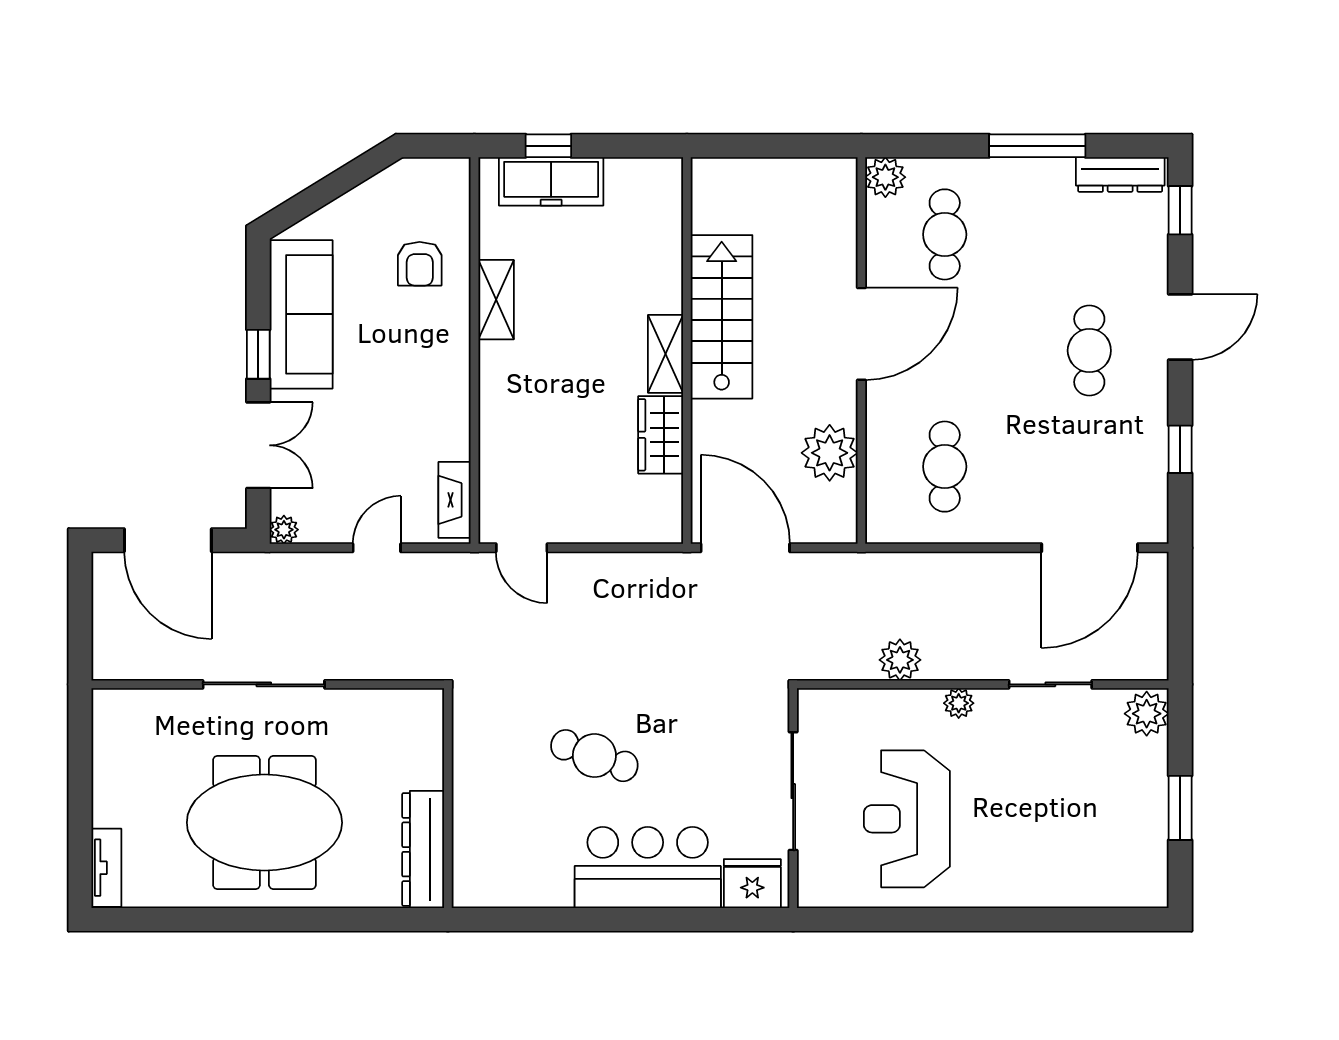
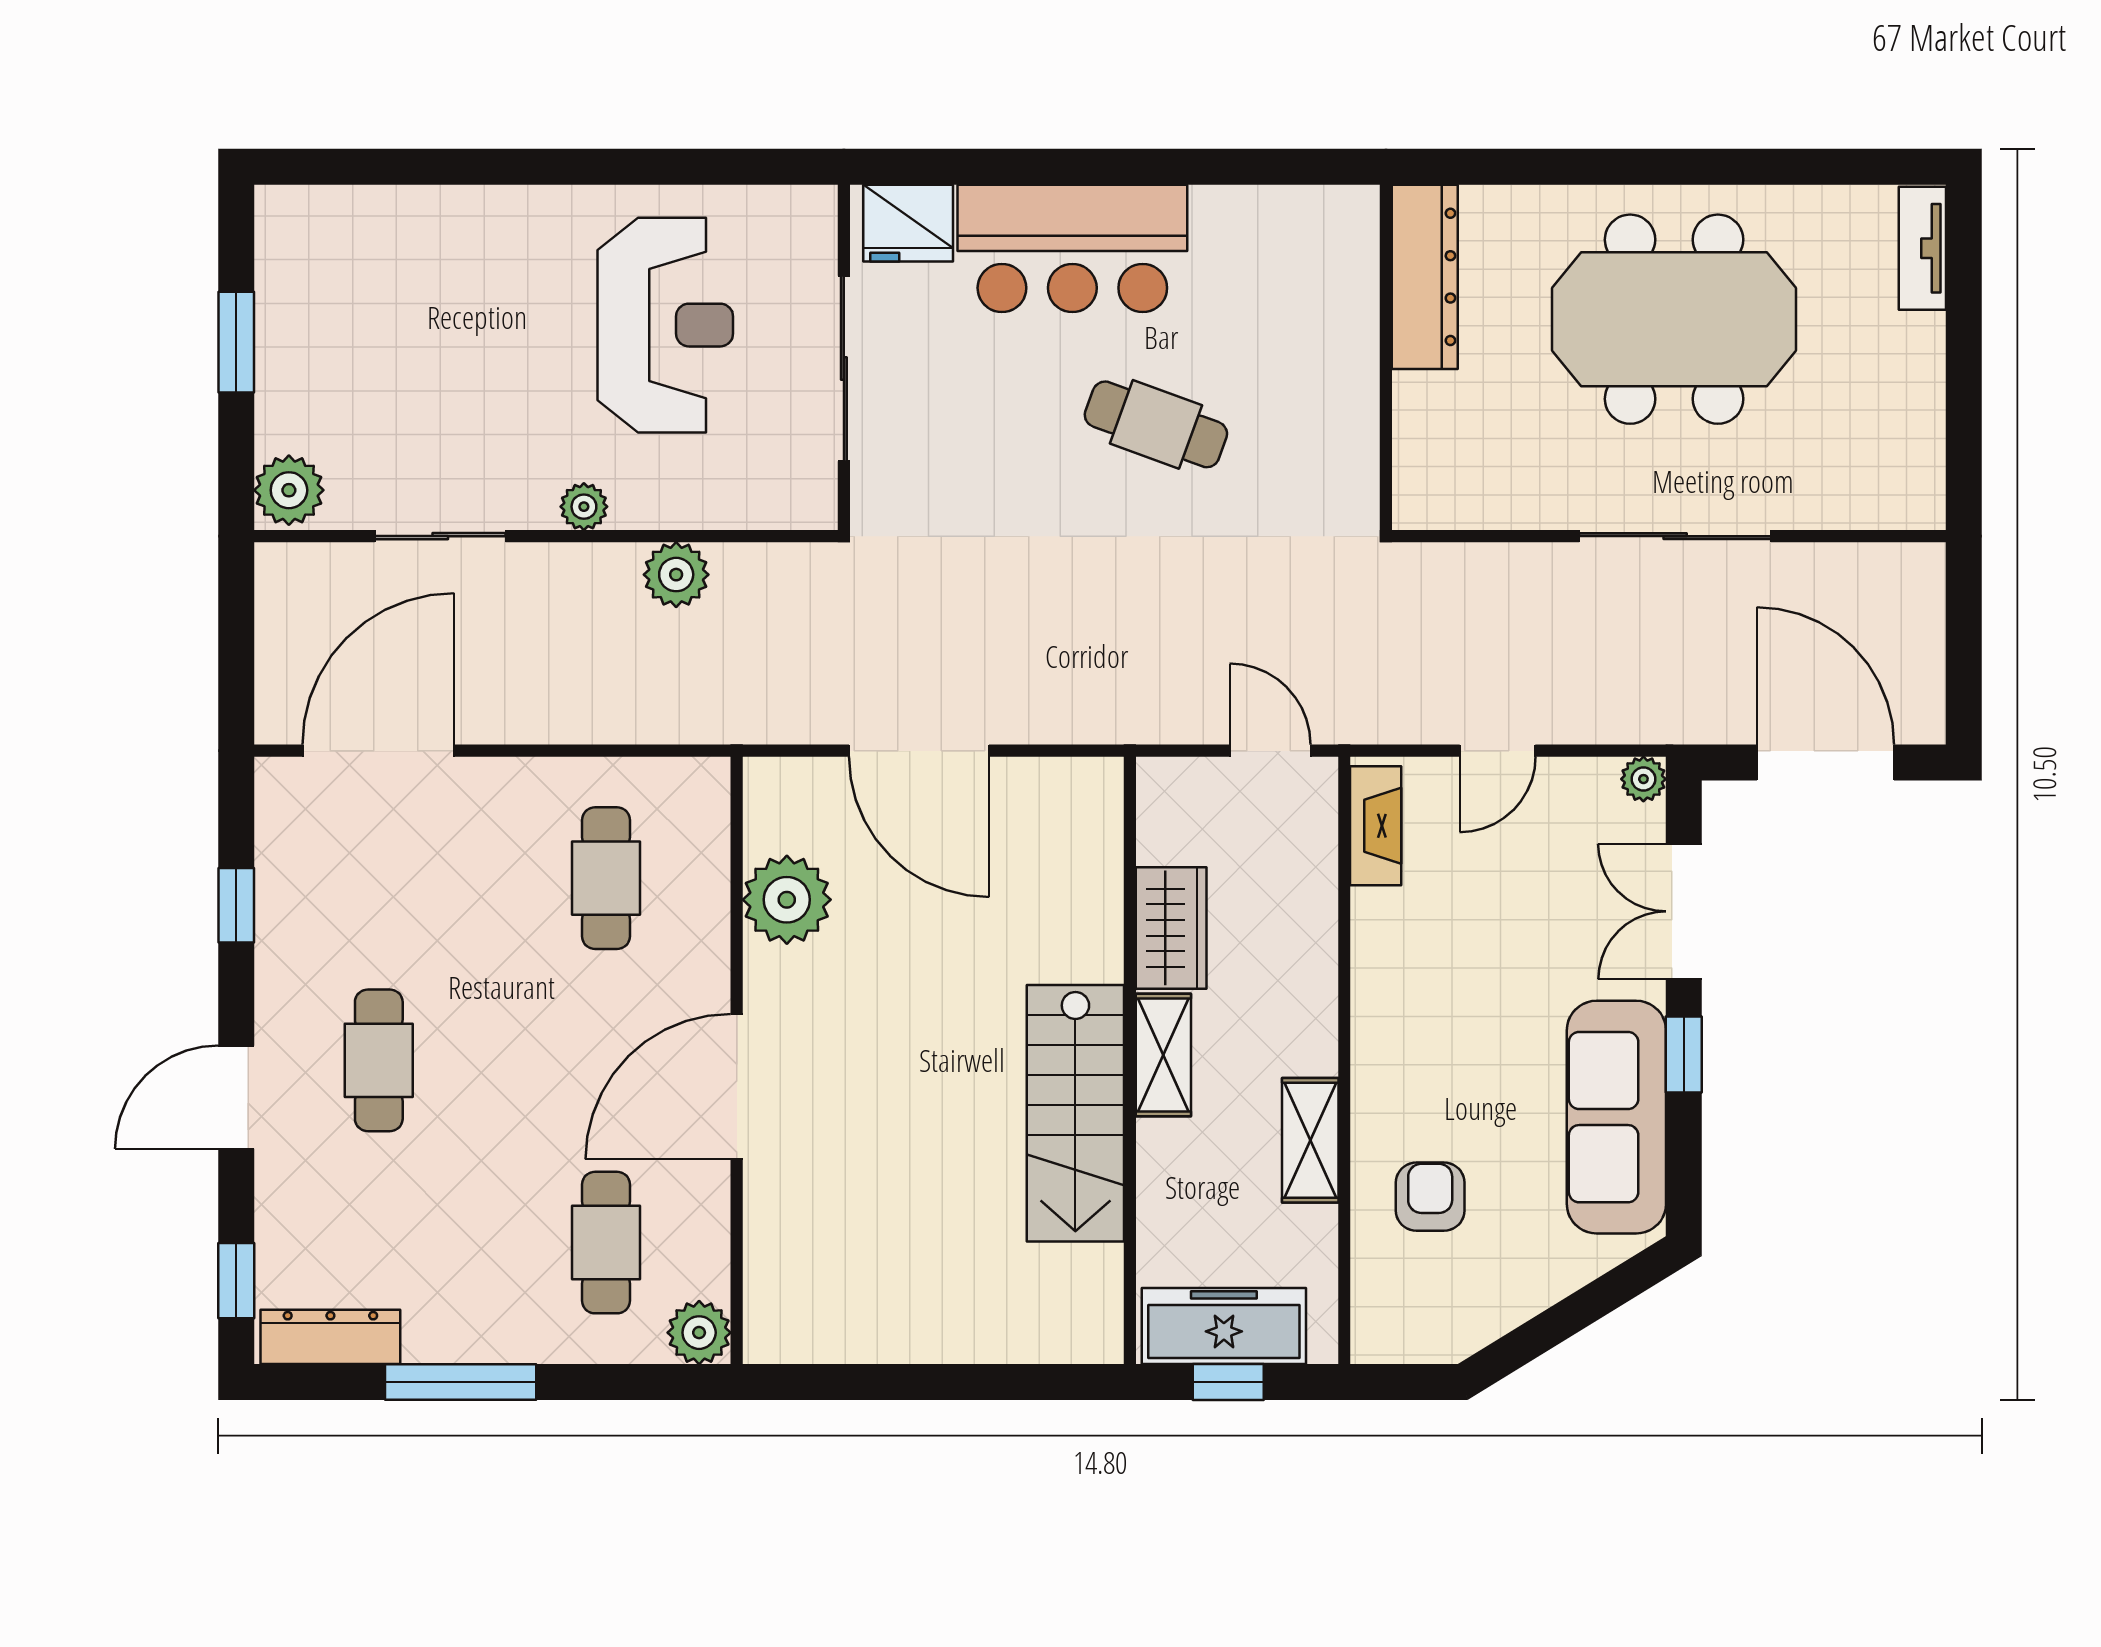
stairs: (722, 317) -> (1075, 1113), moved
wall: (687, 351) -> (1130, 1060), moved
shelving: (666, 354) -> (1163, 1055), moved
wardrobe: (661, 435) -> (1171, 928), moved

